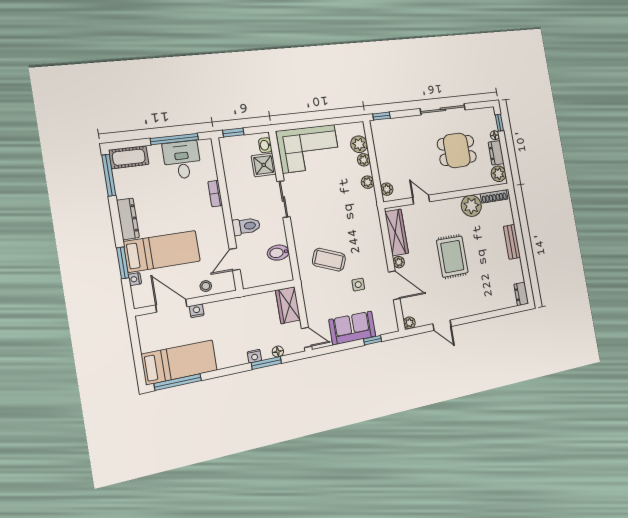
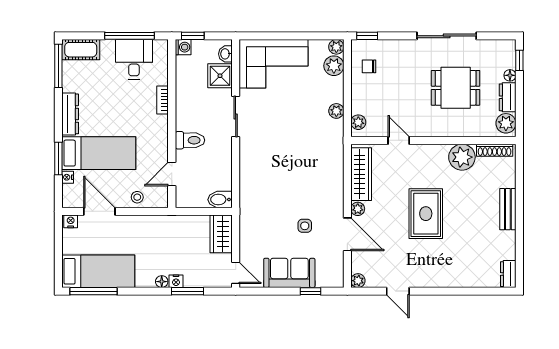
chair: (387, 141) -> (369, 66), added
washing machine: (226, 144) -> (183, 47), added
plant: (364, 160) -> (336, 47), moved
bidet: (278, 253) -> (220, 200), moved
coffee table: (329, 260) -> (276, 192), removed
nightstand: (197, 311) -> (71, 221), moved
floor lamp: (278, 352) -> (162, 282), moved

